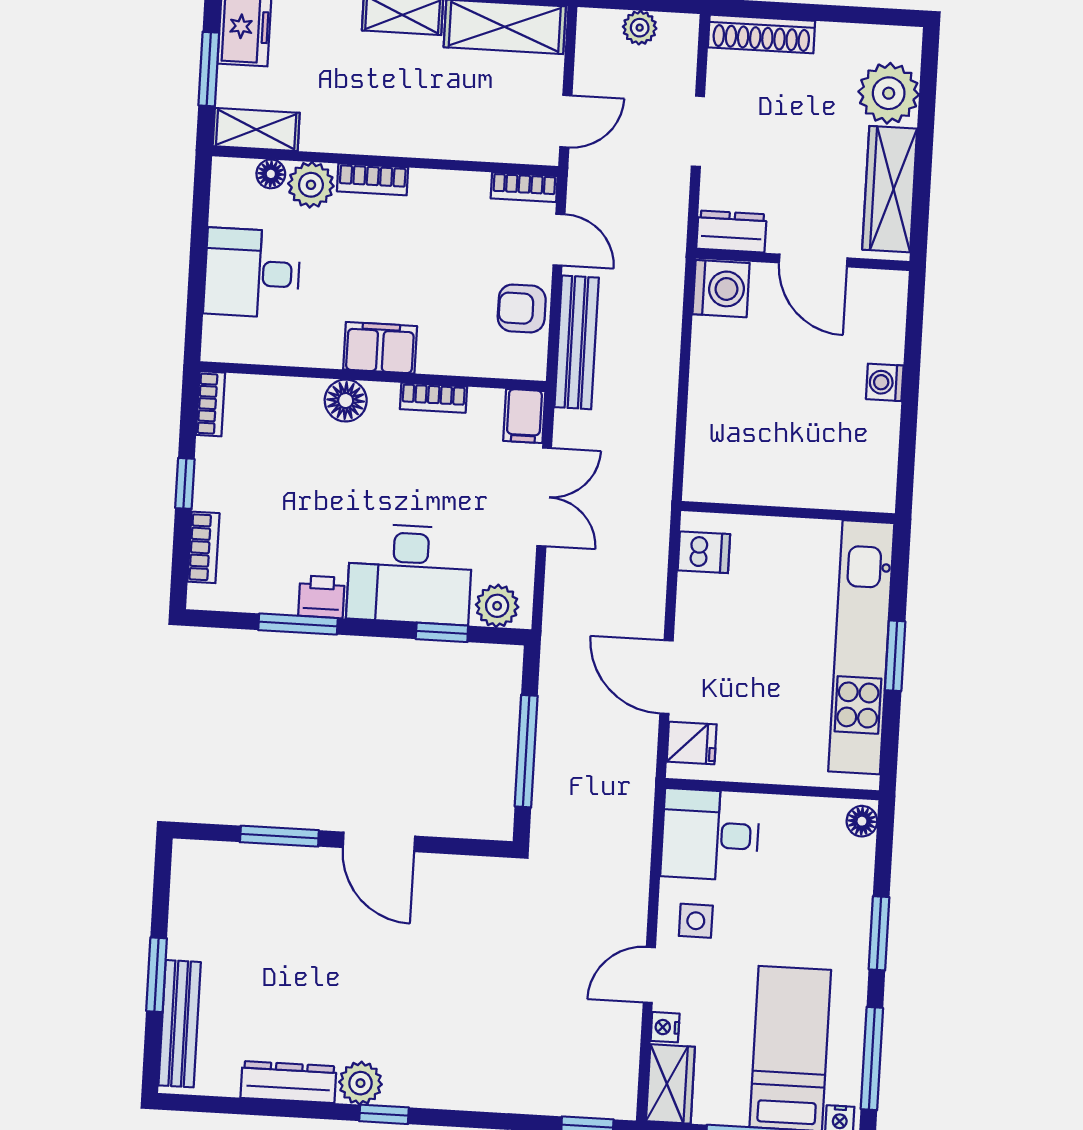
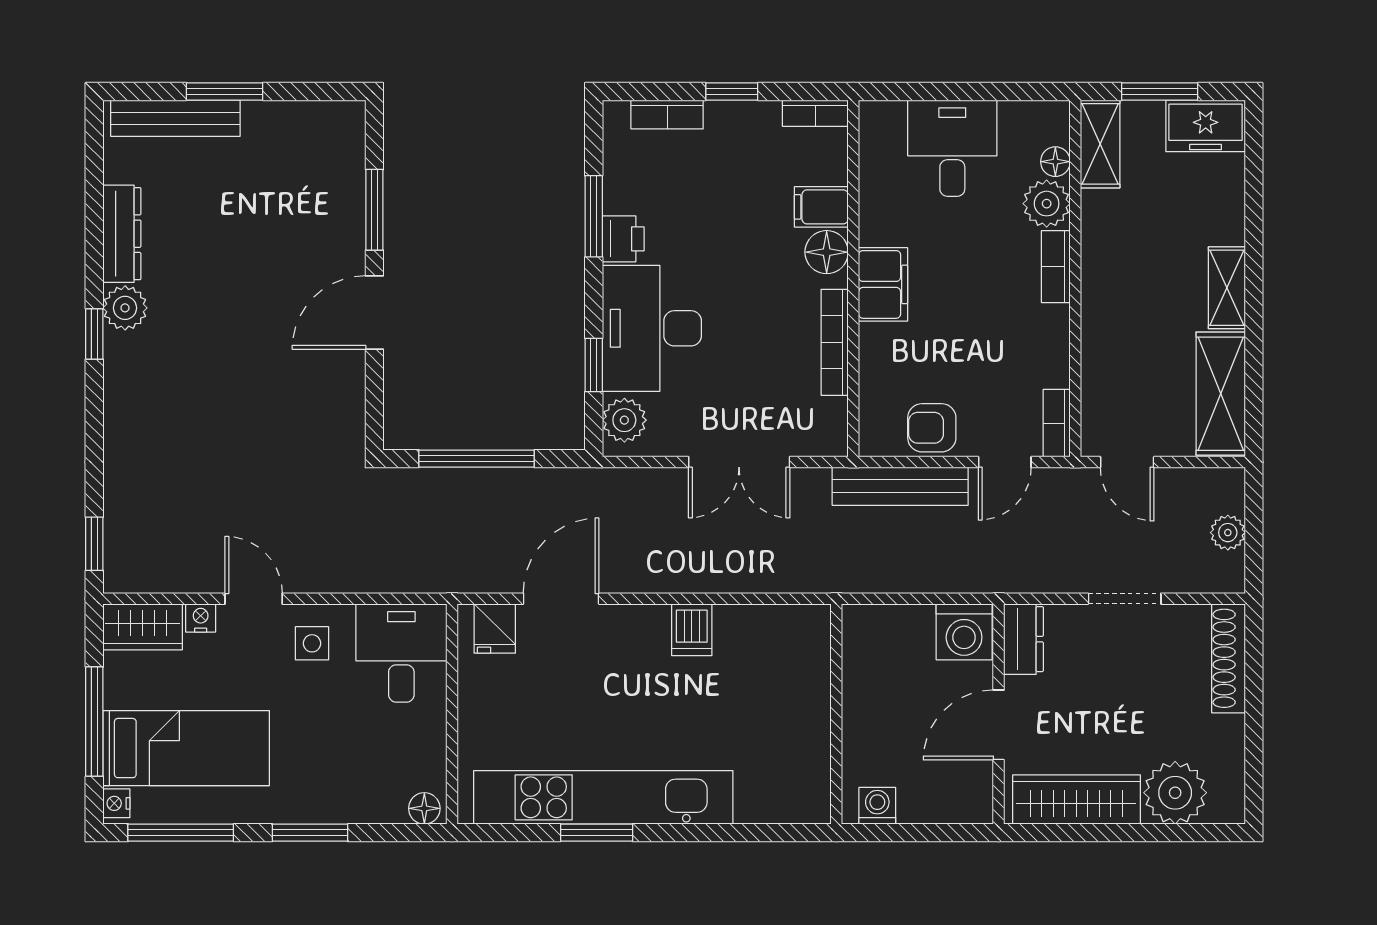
armchair: (522, 308) -> (932, 428), turned -90
bookcase: (433, 398) -> (835, 342), width x1.56
filing cabinet: (524, 416) -> (821, 207), moved
wall: (788, 512) -> (836, 714), moved

